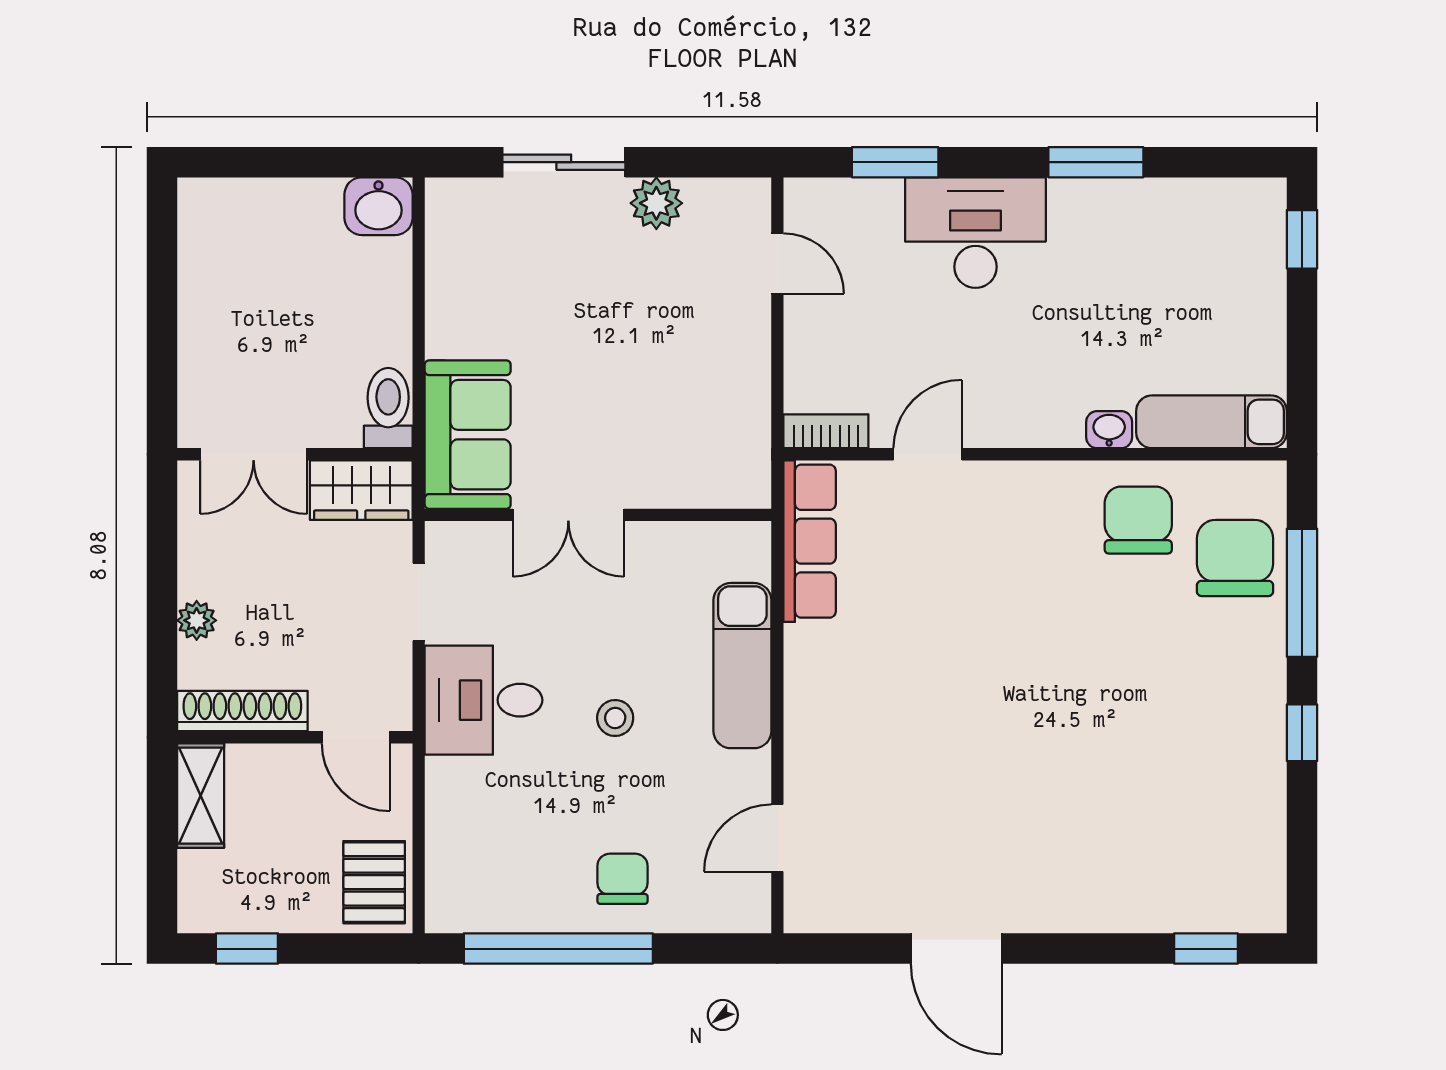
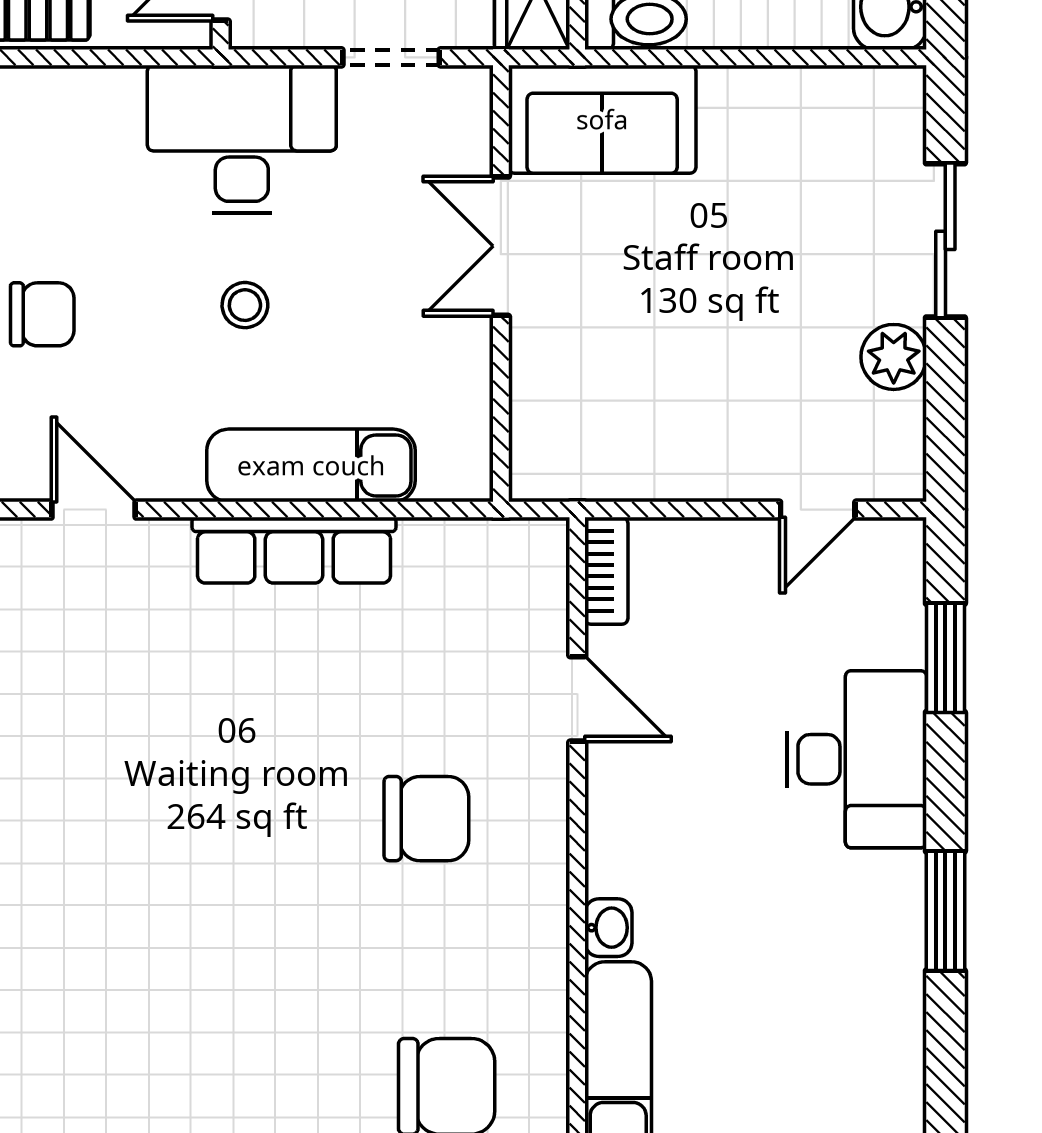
chair: (1138, 520) -> (426, 819), moved
row of seats: (810, 541) -> (294, 550), moved
desk: (484, 700) -> (242, 139), width x1.37

